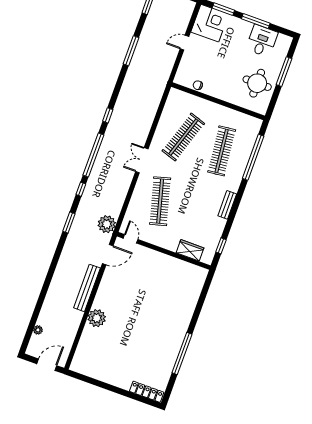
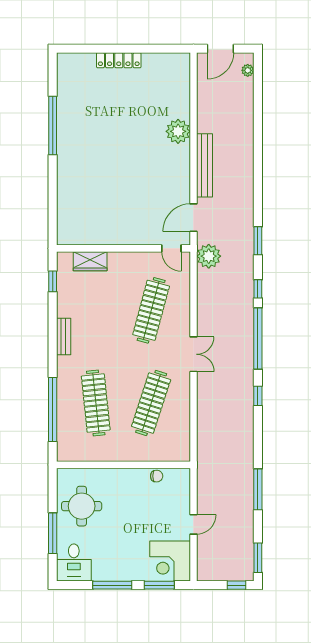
desk: (262, 41) -> (74, 562), moved
clothes rail: (160, 201) -> (151, 310), turned 30
plant: (38, 330) -> (248, 70), moved
locker: (147, 392) -> (119, 60), moved

